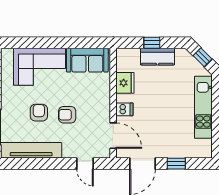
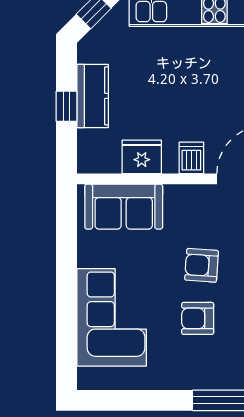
sofa: (87, 60) -> (124, 207), moved, turned 90
armchair: (67, 115) -> (202, 265), turned 94

